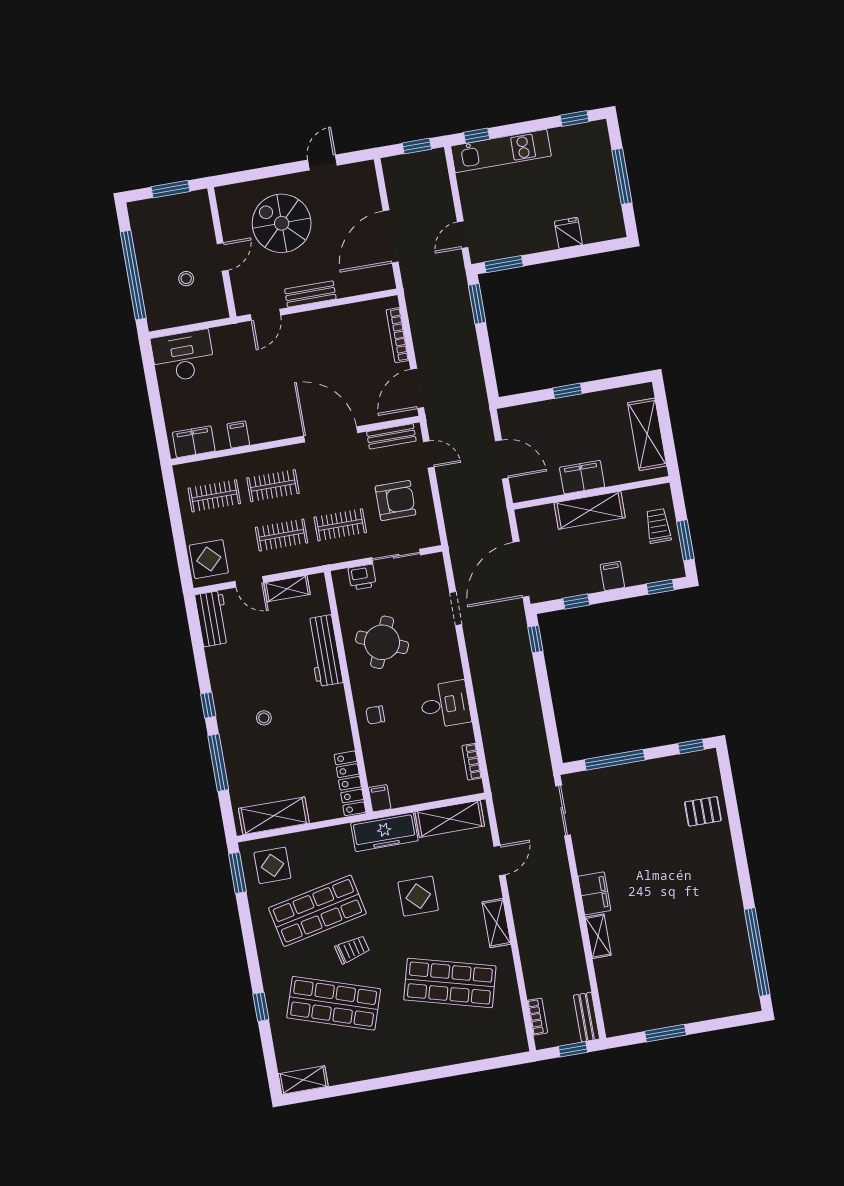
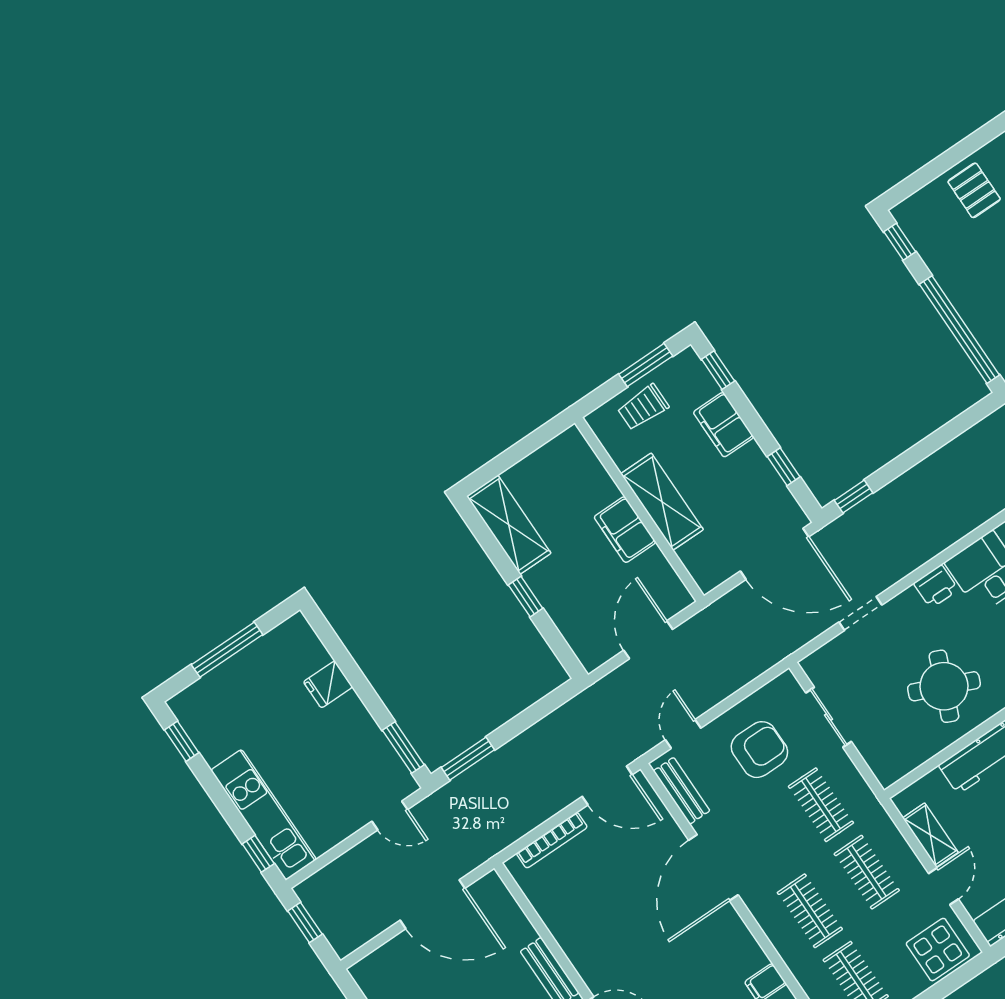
shelving: (647, 434) -> (509, 525), moved, turned 90
armchair: (395, 500) -> (759, 750), turned 90
filing cabinet: (612, 576) -> (724, 425), width x2.00
printer: (362, 577) -> (936, 587), moved, turned 90
window: (615, 760) -> (959, 330), width x1.46

